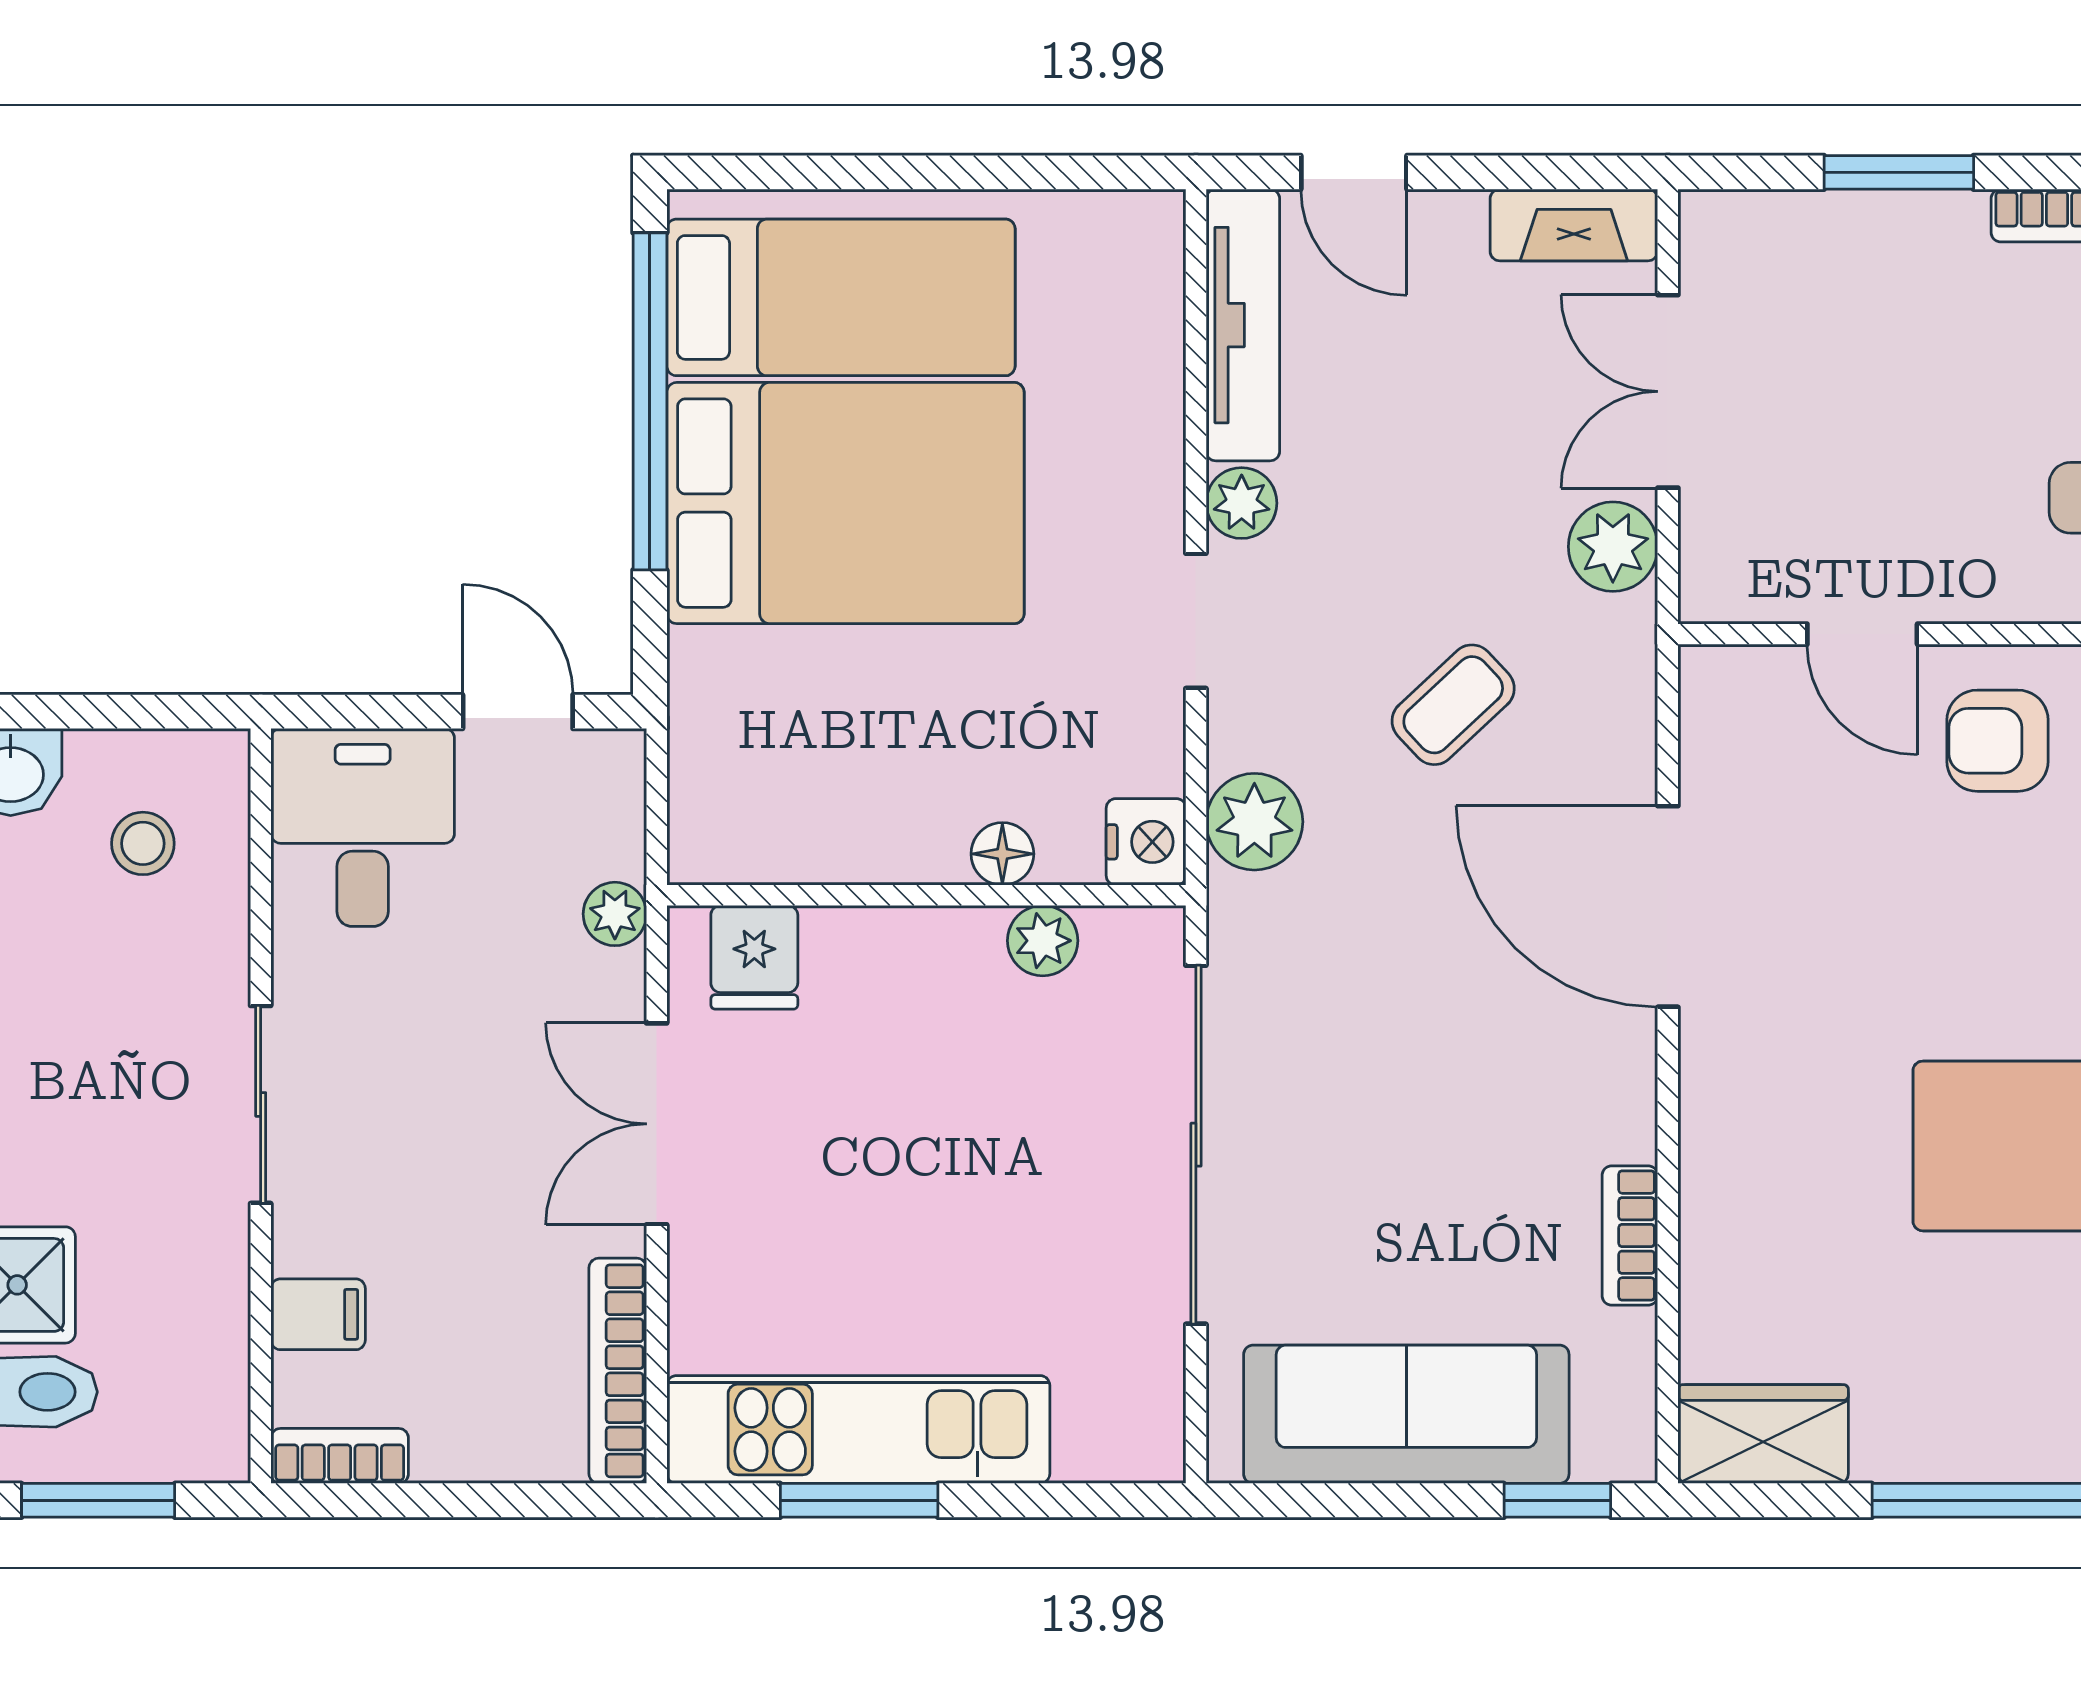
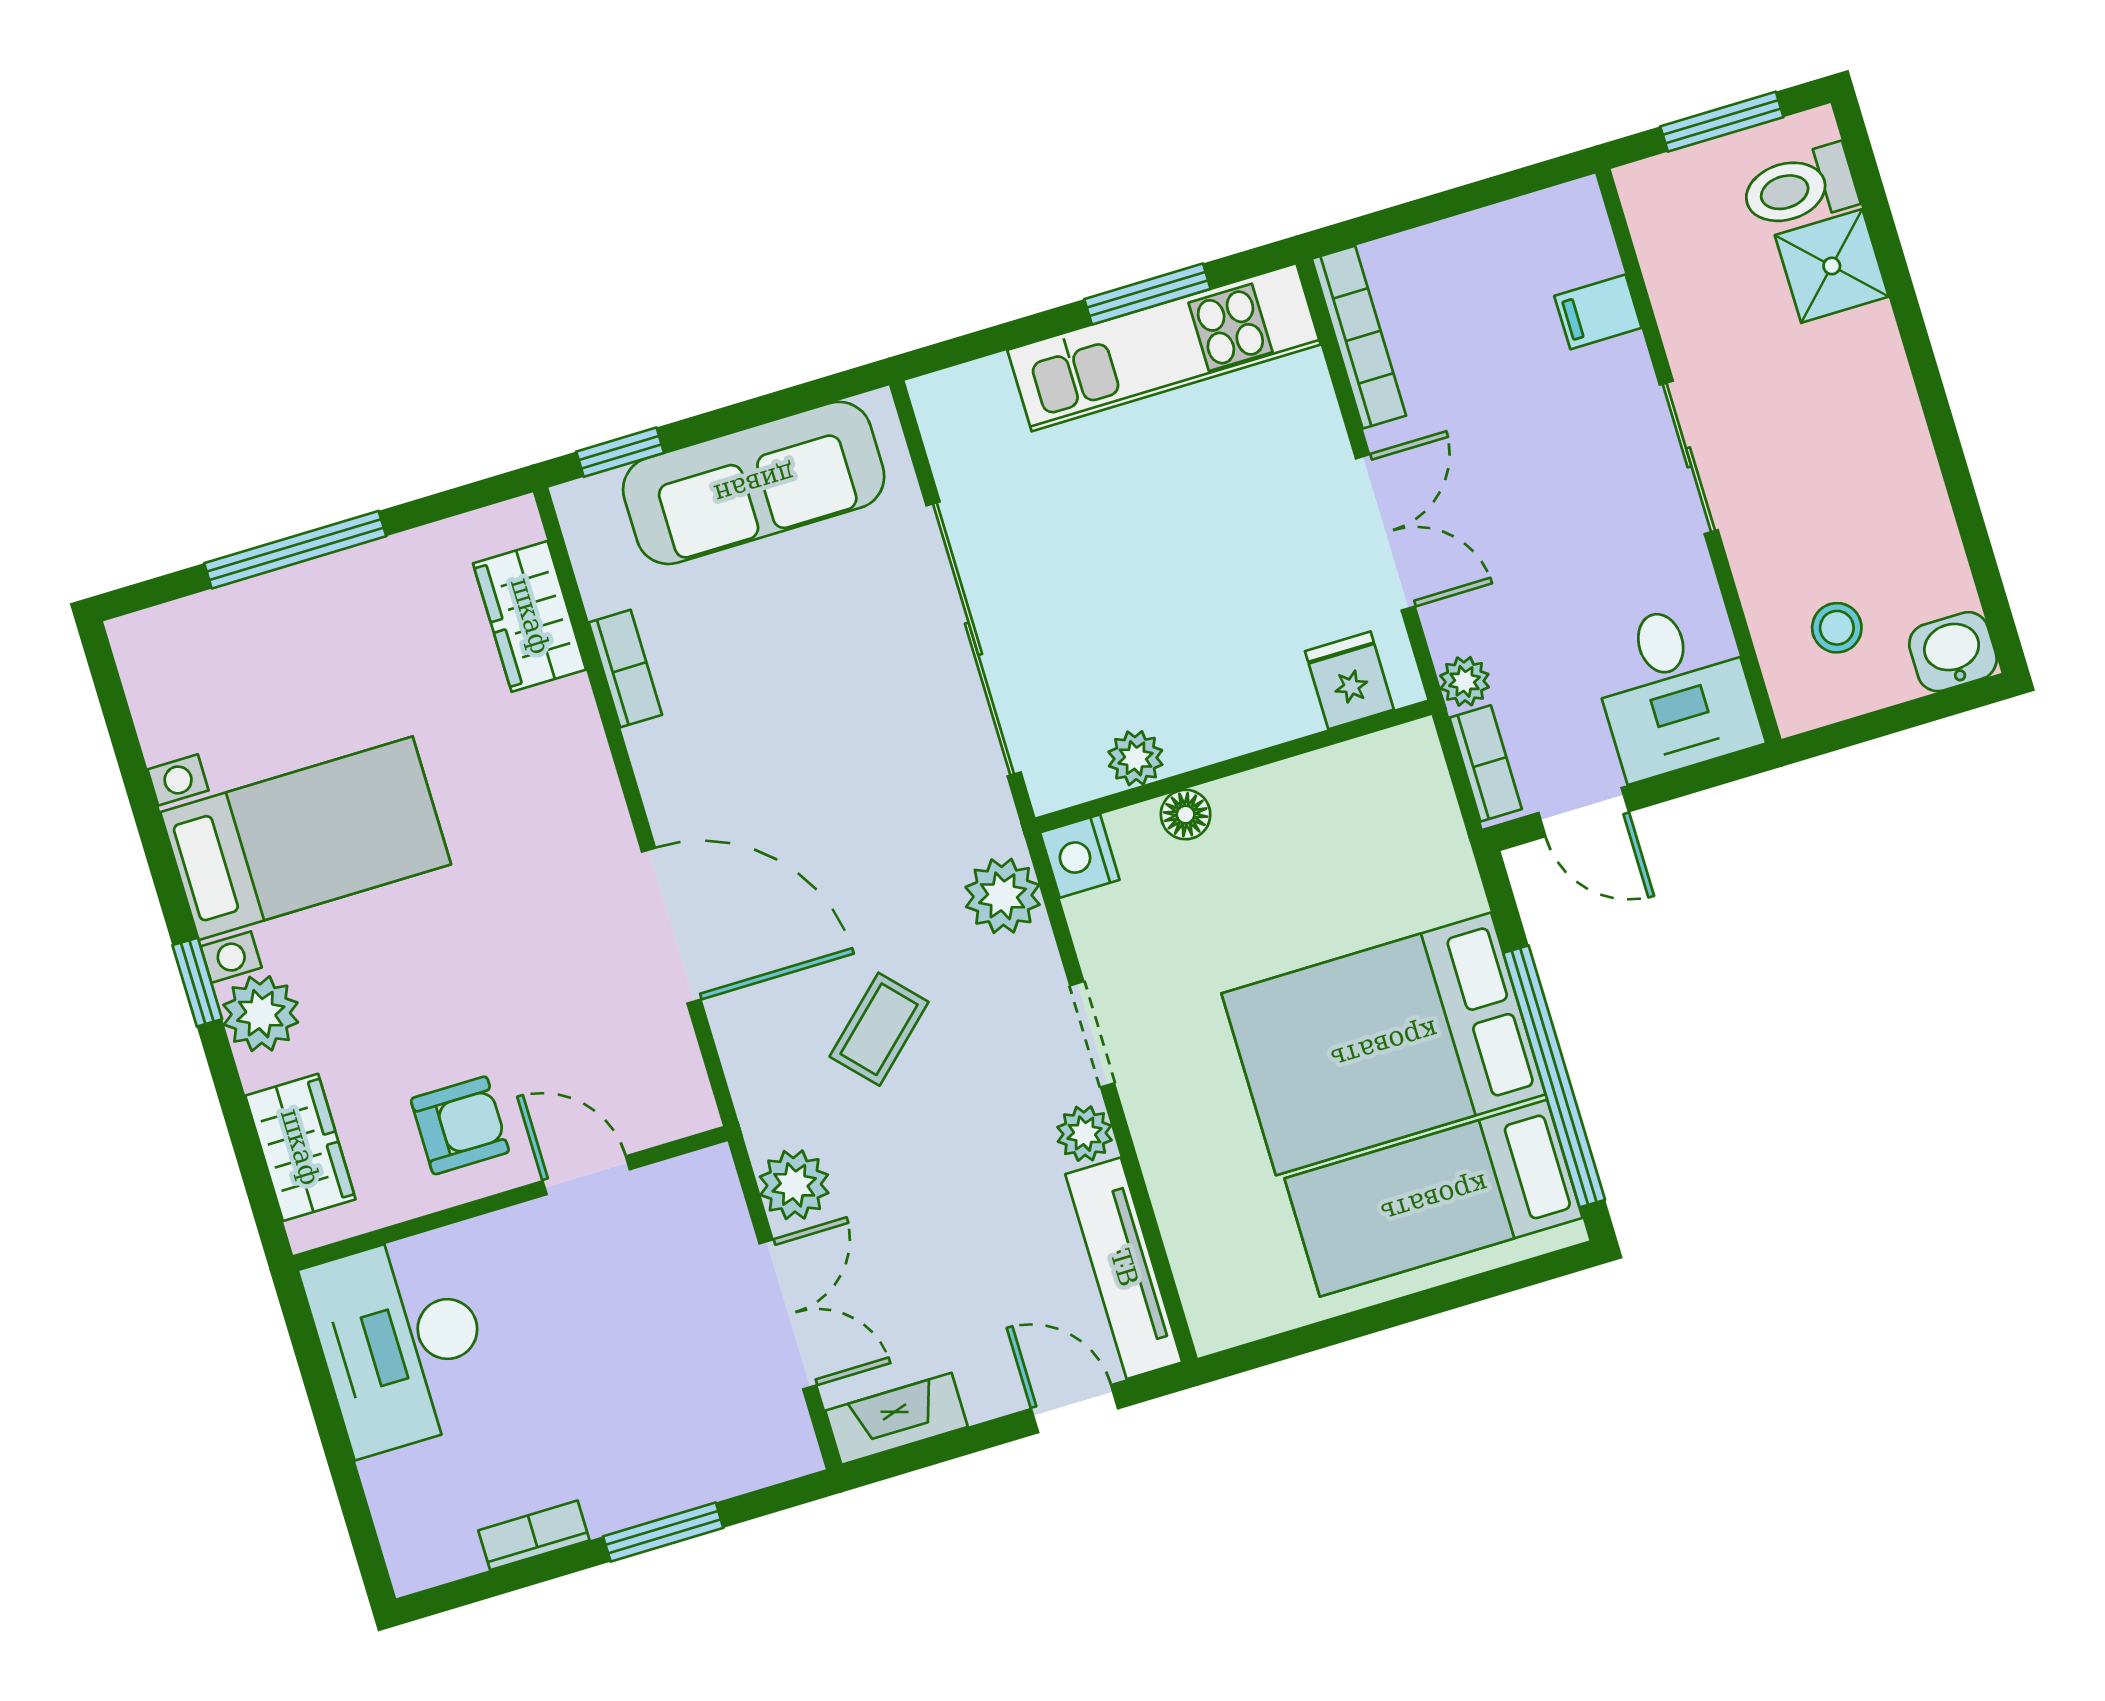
wardrobe: (1763, 1434) -> (530, 616), moved, turned 90
bookcase: (340, 1456) -> (1486, 763), moved, turned -90

